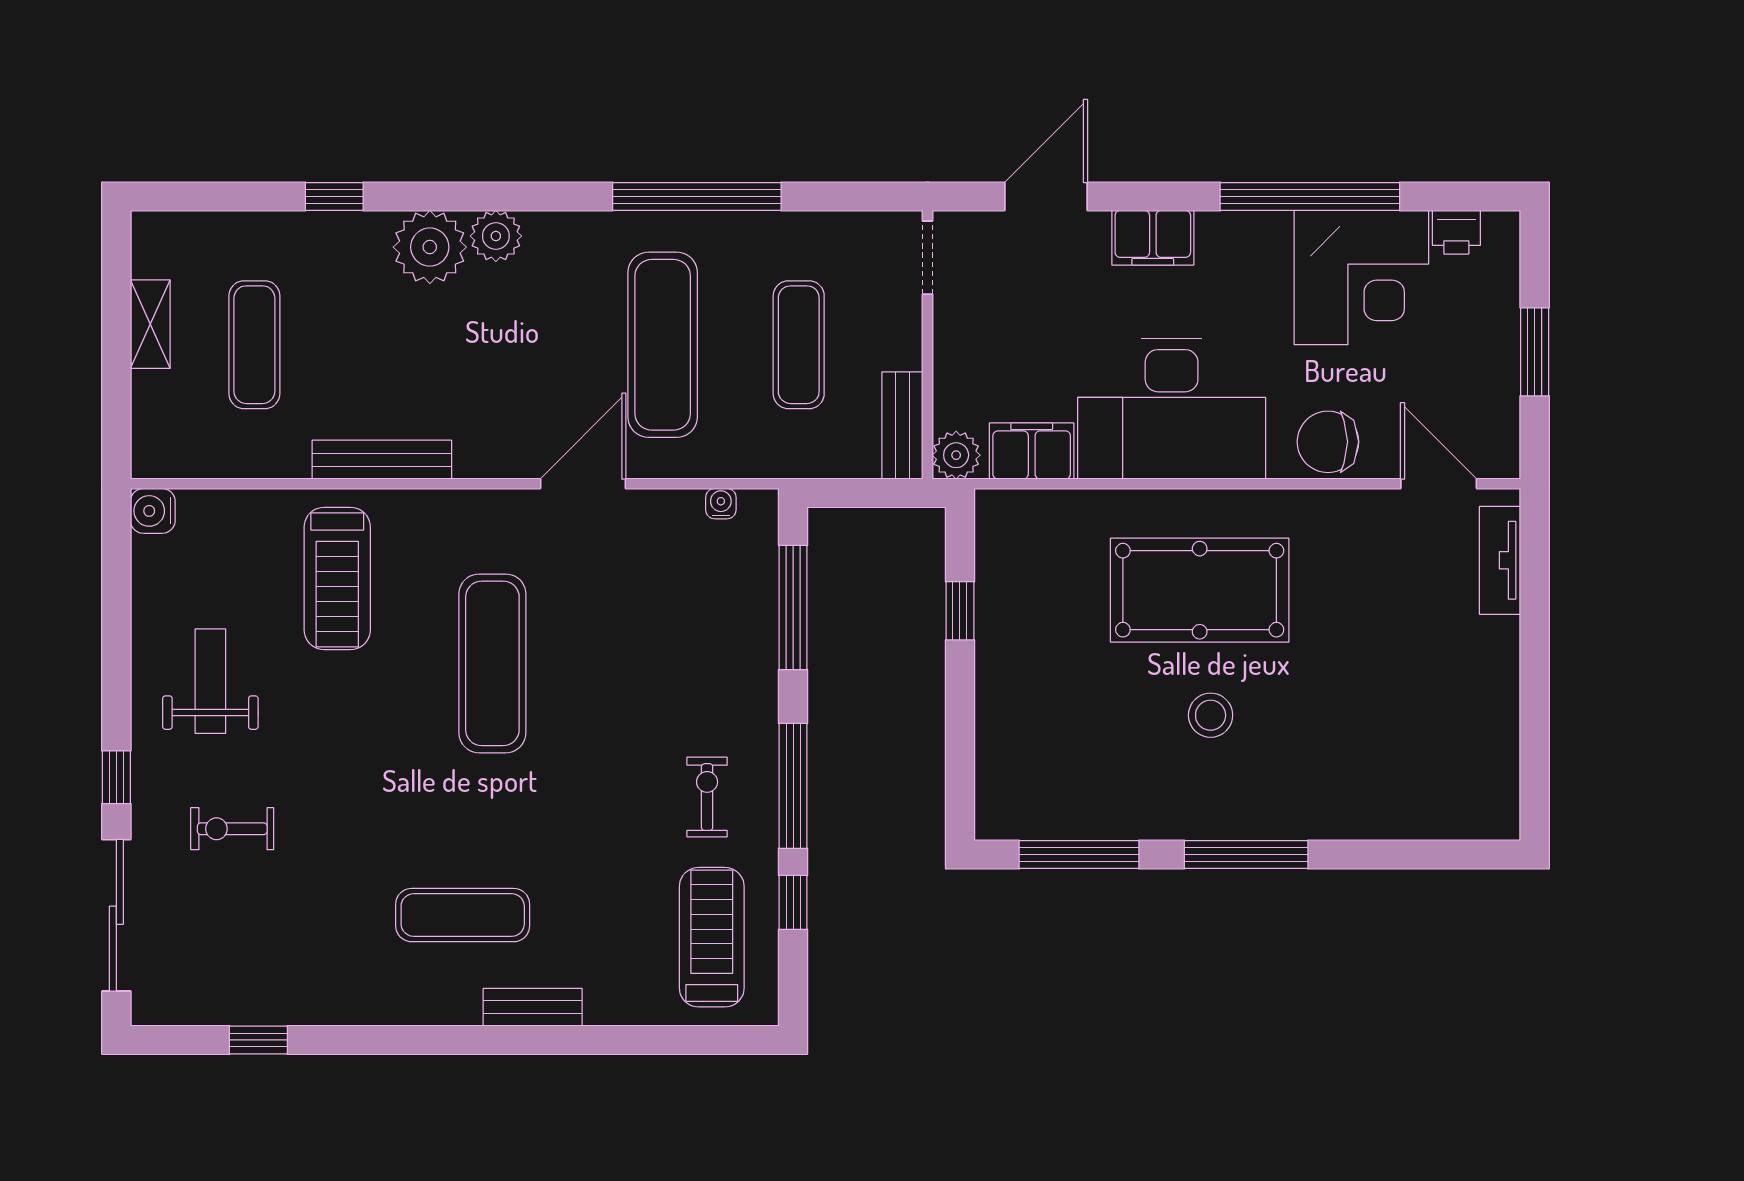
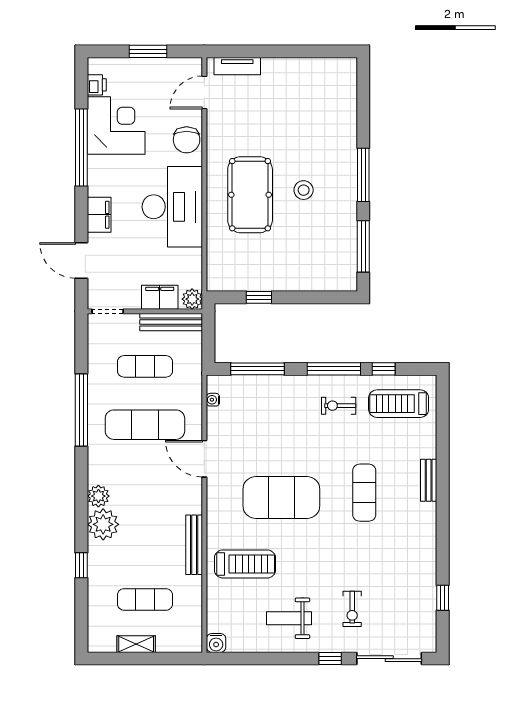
bench: (902, 426) -> (171, 322), width x1.36
filing cabinet: (1032, 451) -> (160, 297), moved, turned 90
exercise mat: (492, 663) -> (281, 498), width x1.47
exercise mat: (463, 915) -> (364, 493), moved

